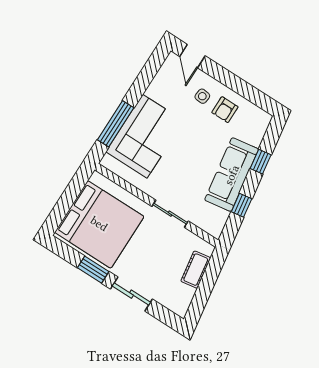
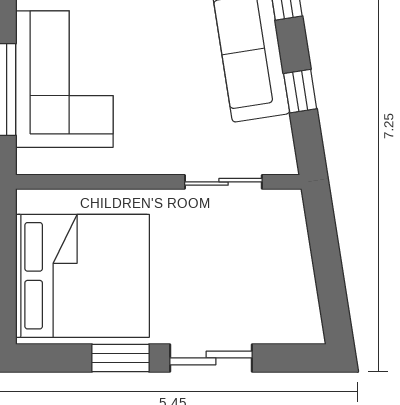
sliding door: (170, 214) -> (223, 182), moved
cot: (196, 270) -> (293, 248), removed

